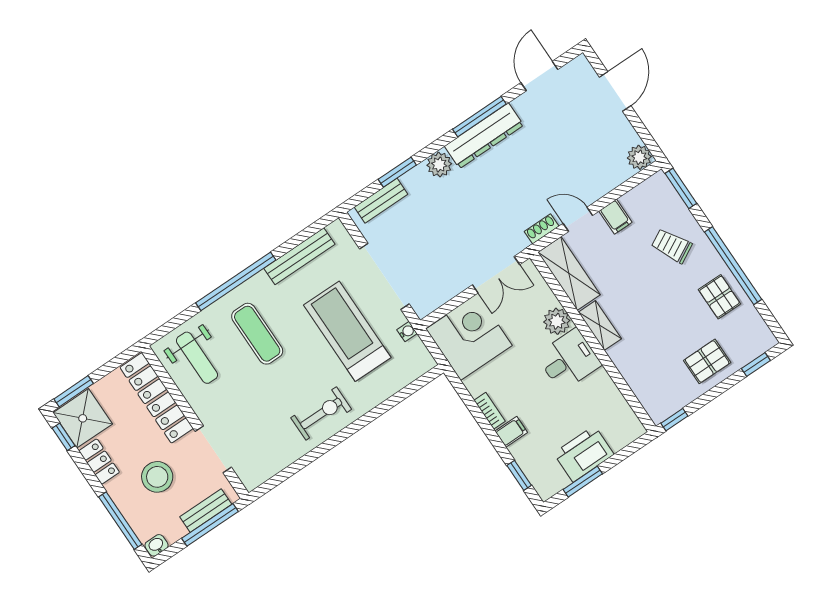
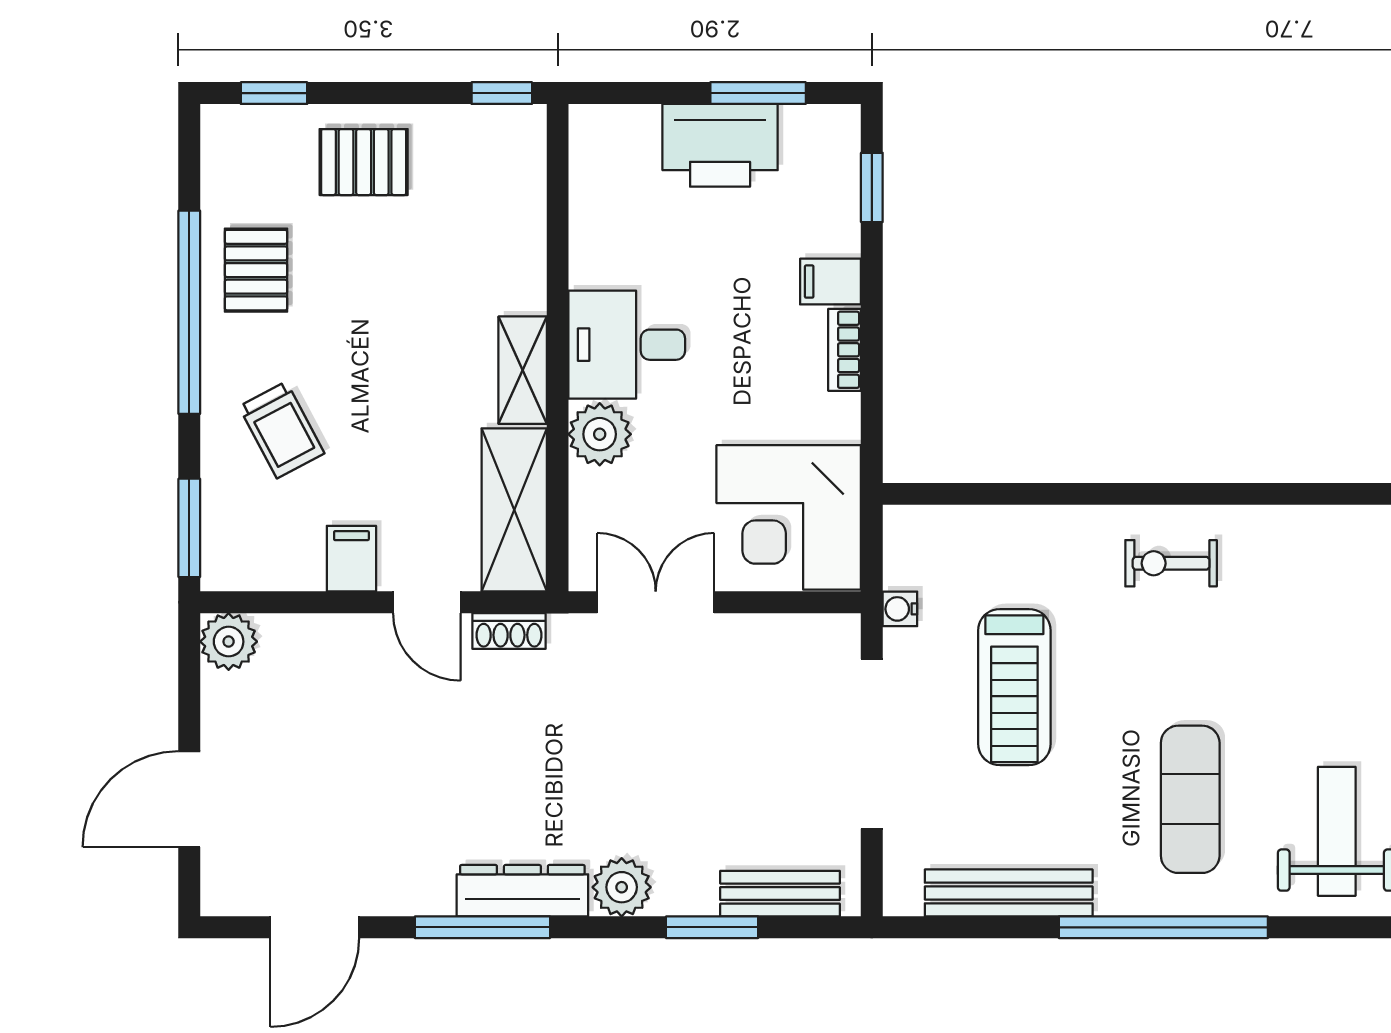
dresser: (484, 136) -> (522, 891), width x0.73, depth x0.80
treadmill: (347, 331) -> (1014, 687), width x0.73, depth x0.73
exercise bike: (321, 413) -> (1171, 563), width x0.73, depth x0.72

